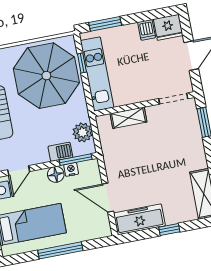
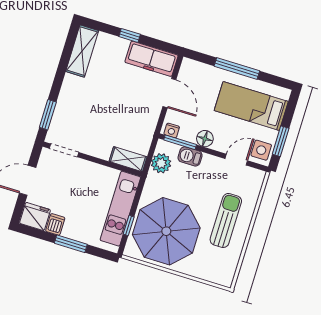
window: (105, 24) -> (71, 244), moved
shelving: (128, 118) -> (128, 159), moved
nightstand: (71, 169) -> (172, 130), moved

